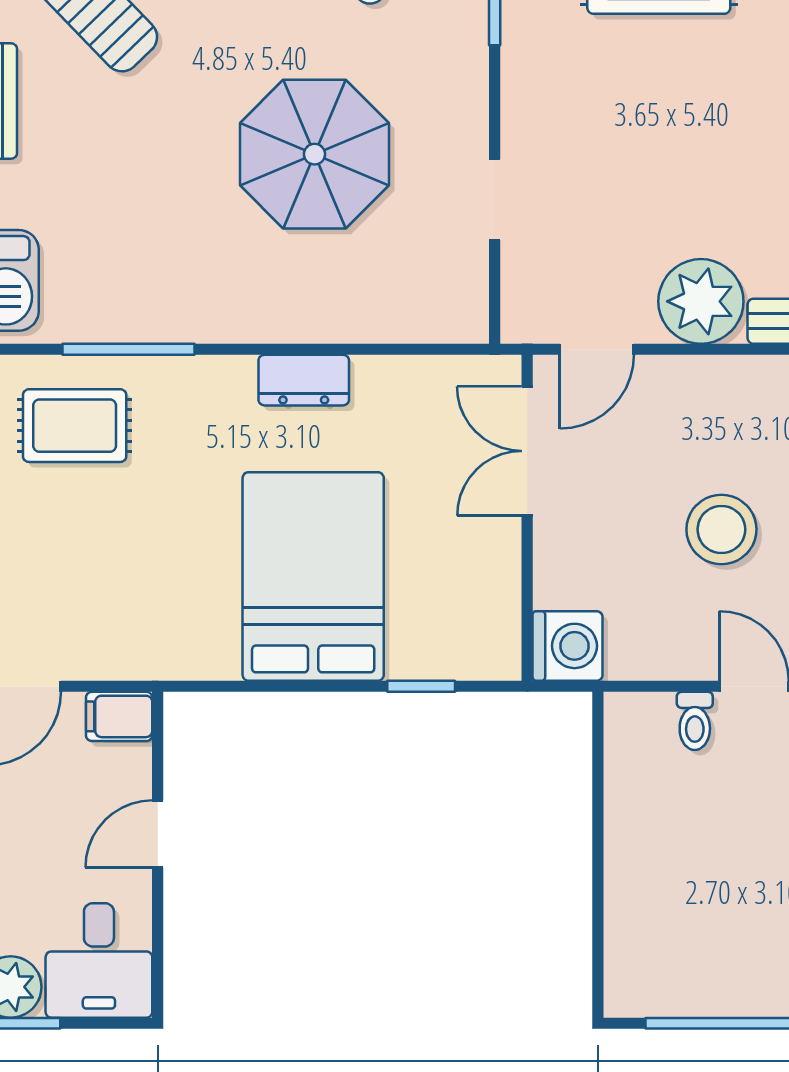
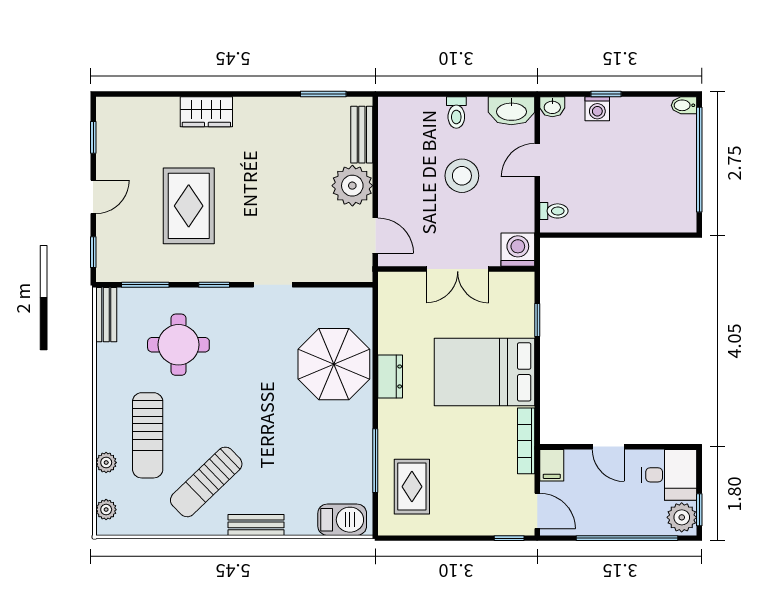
parasol: (314, 154) -> (334, 364), moved
doorway: (495, 200) -> (273, 285), moved
double door: (527, 451) -> (458, 269), moved
bookcase: (170, 663) -> (526, 441), added
toilet: (695, 721) -> (554, 211), moved

